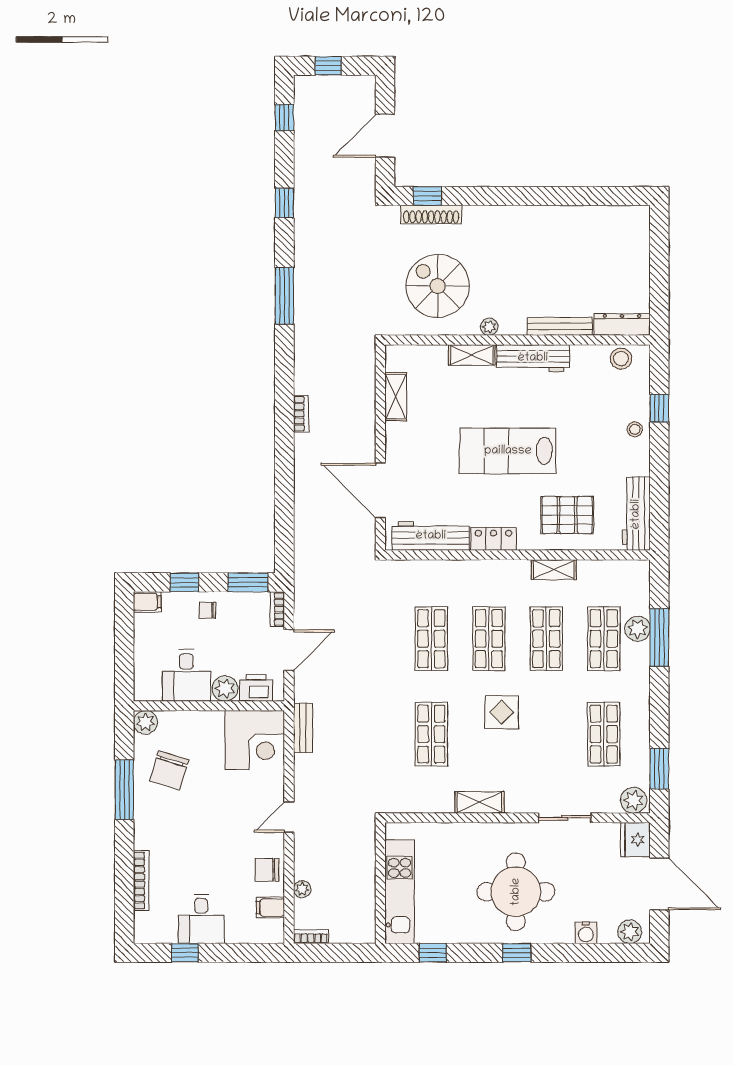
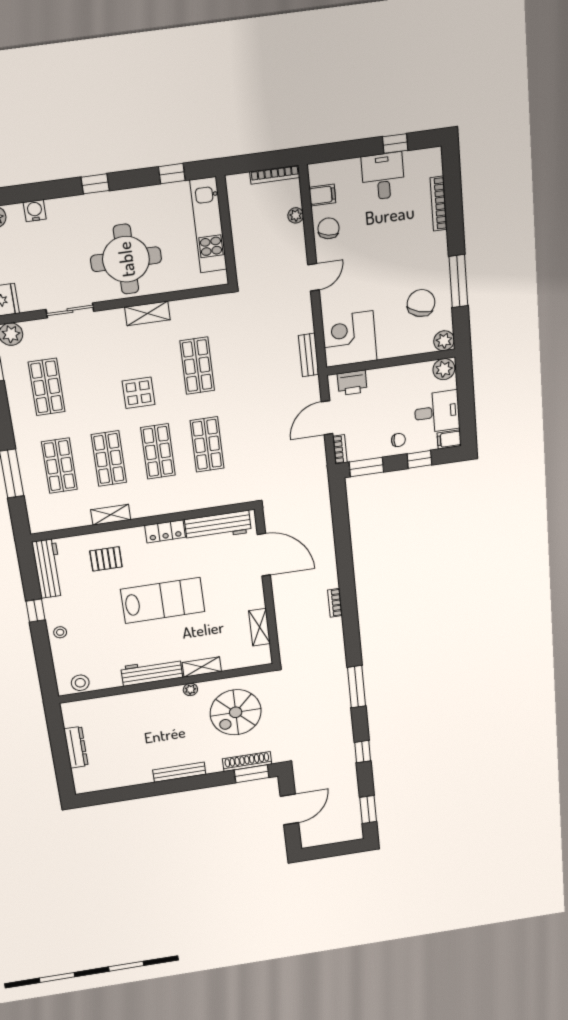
window: (328, 66) -> (338, 849), removed
window: (284, 117) -> (368, 809), width x1.50
window: (427, 196) -> (252, 774), width x1.50
spiral stairs: (438, 286) -> (236, 712), turned 90
dresser: (622, 324) -> (76, 747), moved, turned -90
bench: (560, 326) -> (179, 772), moved
window: (659, 408) -> (36, 611), moved
pallet: (567, 515) -> (106, 559), width x0.67, depth x0.71
plant: (638, 629) -> (32, 478), removed
desk: (186, 675) -> (437, 412), moved, turned 90
plant: (225, 688) -> (444, 369), moved
chair: (267, 870) -> (329, 228), turned -80
round table: (516, 892) -> (126, 259), moved
bookcase: (311, 937) -> (275, 175), width x1.56

